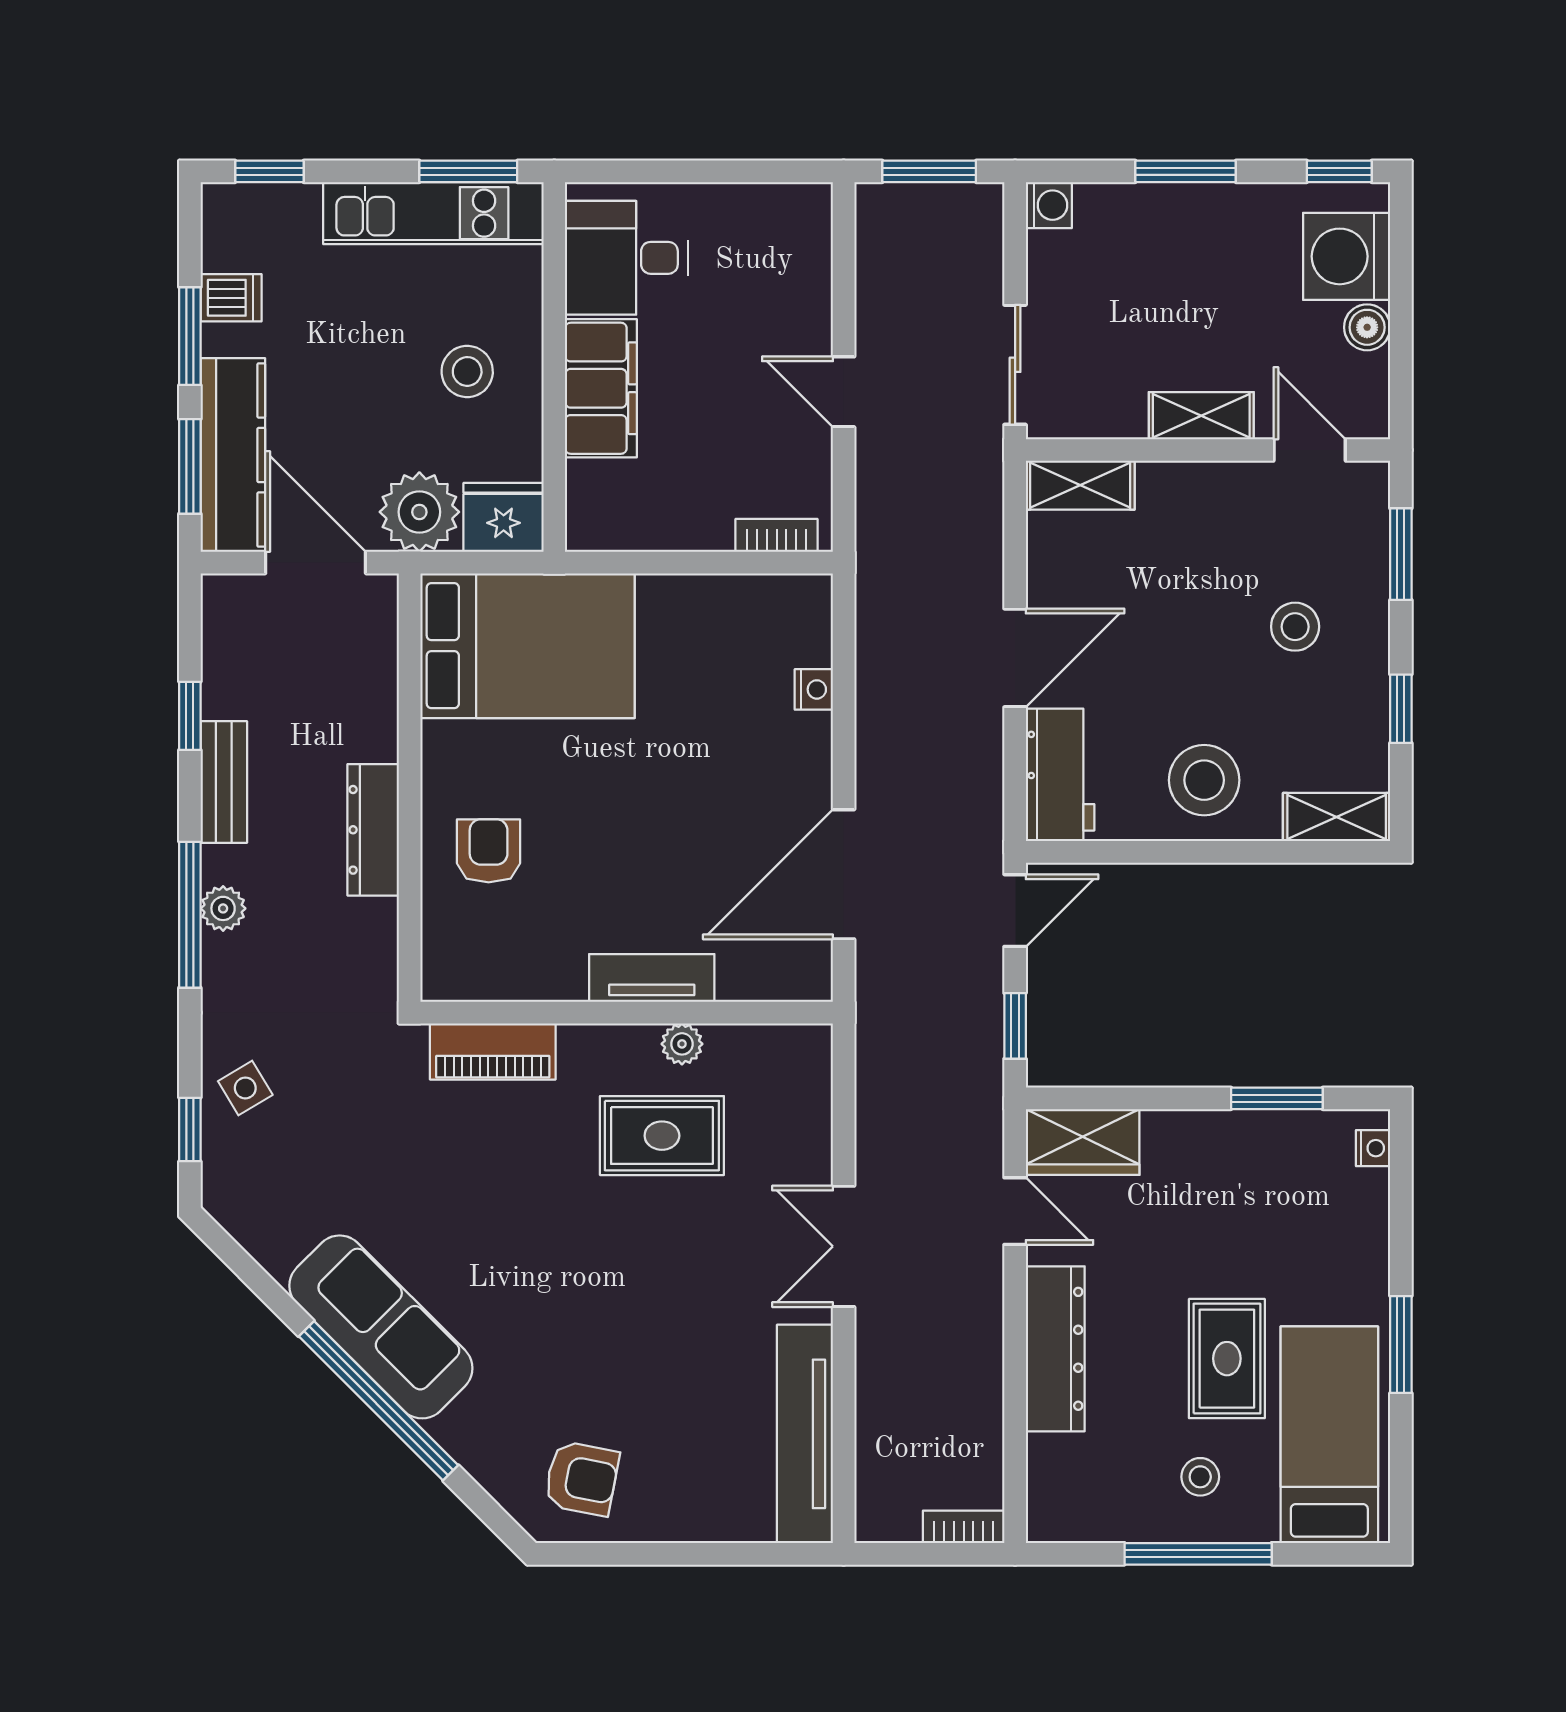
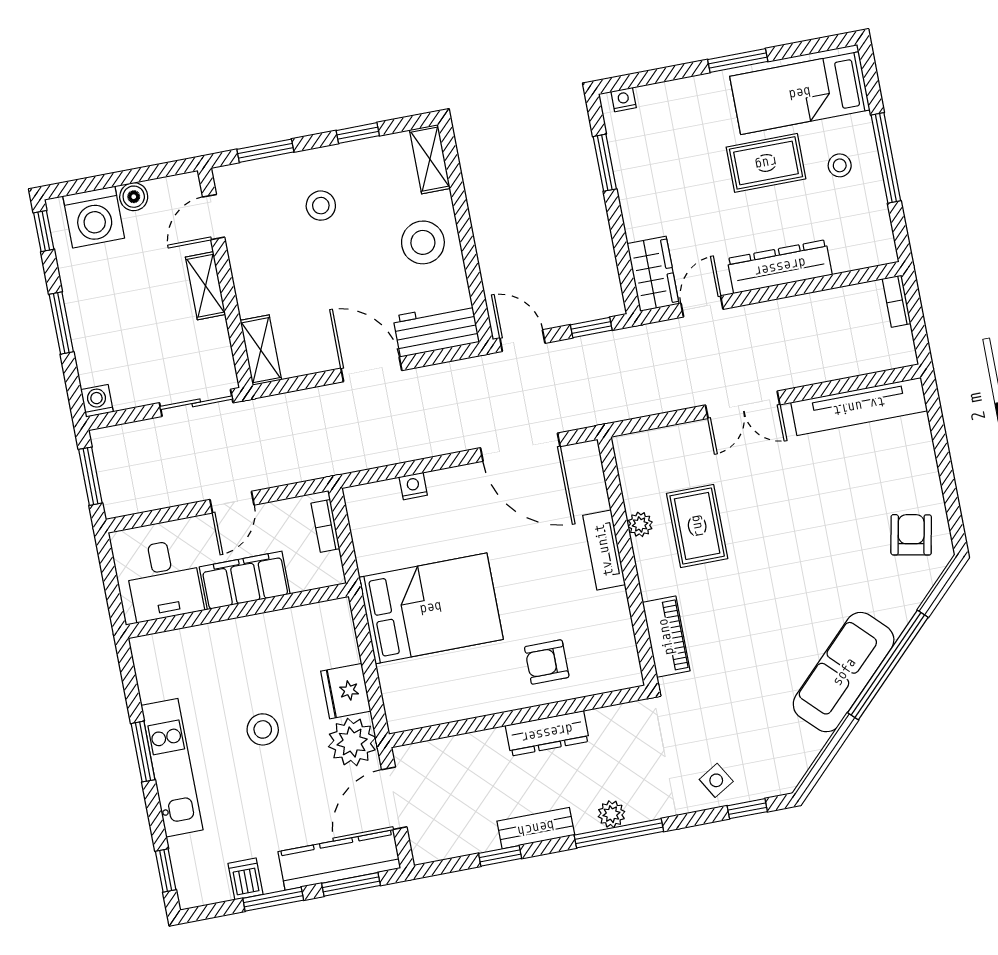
desk: (626, 258) -> (164, 580), moved
wall: (554, 367) -> (237, 611), moved
filing cabinet: (601, 388) -> (245, 580), moved
bed: (528, 646) -> (431, 608), moved, turned 90

